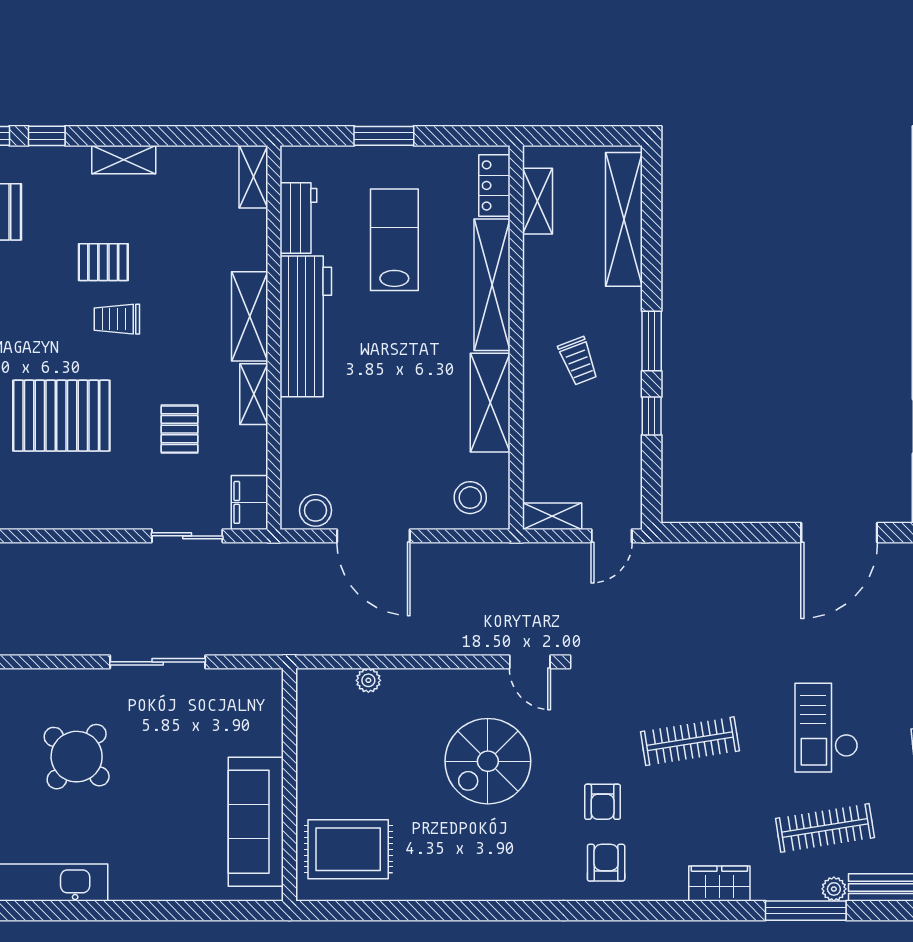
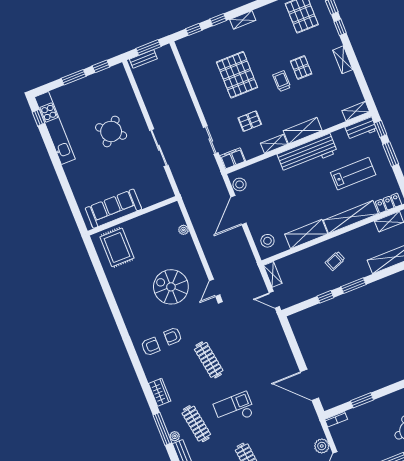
window: (317, 136) -> (381, 129), added
workbench: (298, 218) -> (361, 129), moved

